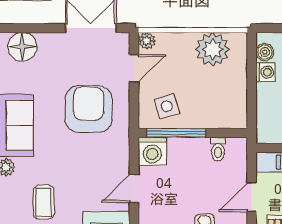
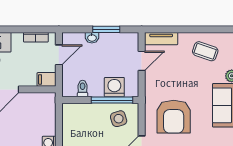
washing machine: (152, 151) -> (114, 87), moved
coffee table: (44, 202) -> (205, 51), turned -71

